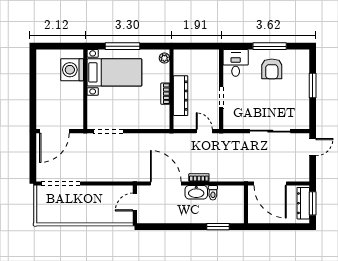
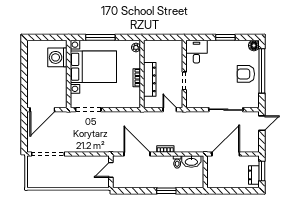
window: (270, 46) -> (225, 37), width x0.69
floor lamp: (303, 56) -> (254, 46), added
armchair: (272, 69) -> (246, 74), moved, turned 90
bed with nightstands: (114, 72) -> (93, 67), width x1.36
window: (313, 85) -> (262, 71), width x2.11
door: (270, 183) -> (226, 154), swing flipped
washbasin: (196, 192) -> (191, 162), moved
dresser: (303, 203) -> (254, 175), width x0.70
window: (218, 227) -> (166, 191), moved

